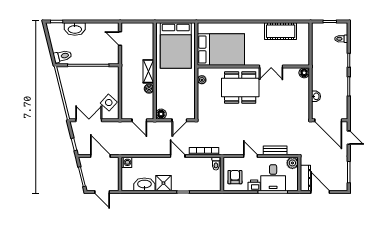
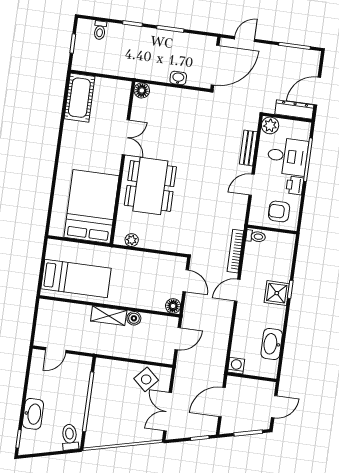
cot: (281, 31) -> (79, 98), moved
bed: (176, 46) -> (76, 279), width x0.67
shower: (163, 183) -> (277, 293), moved

